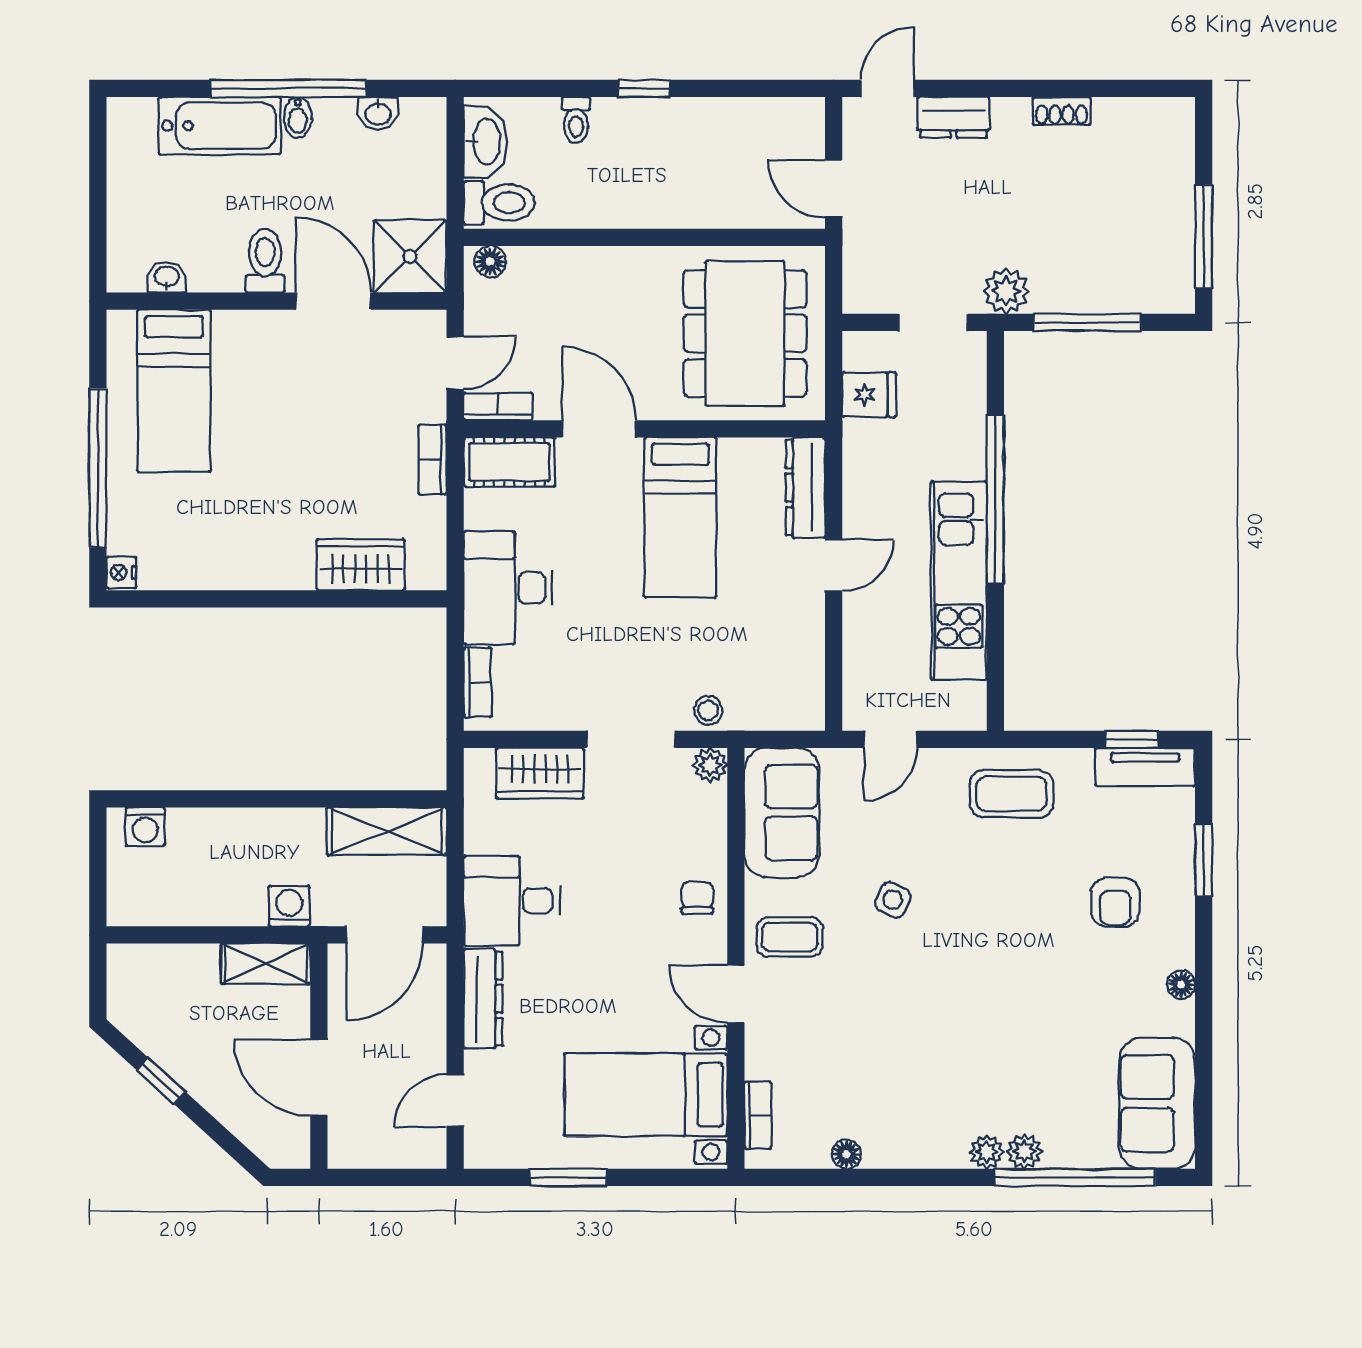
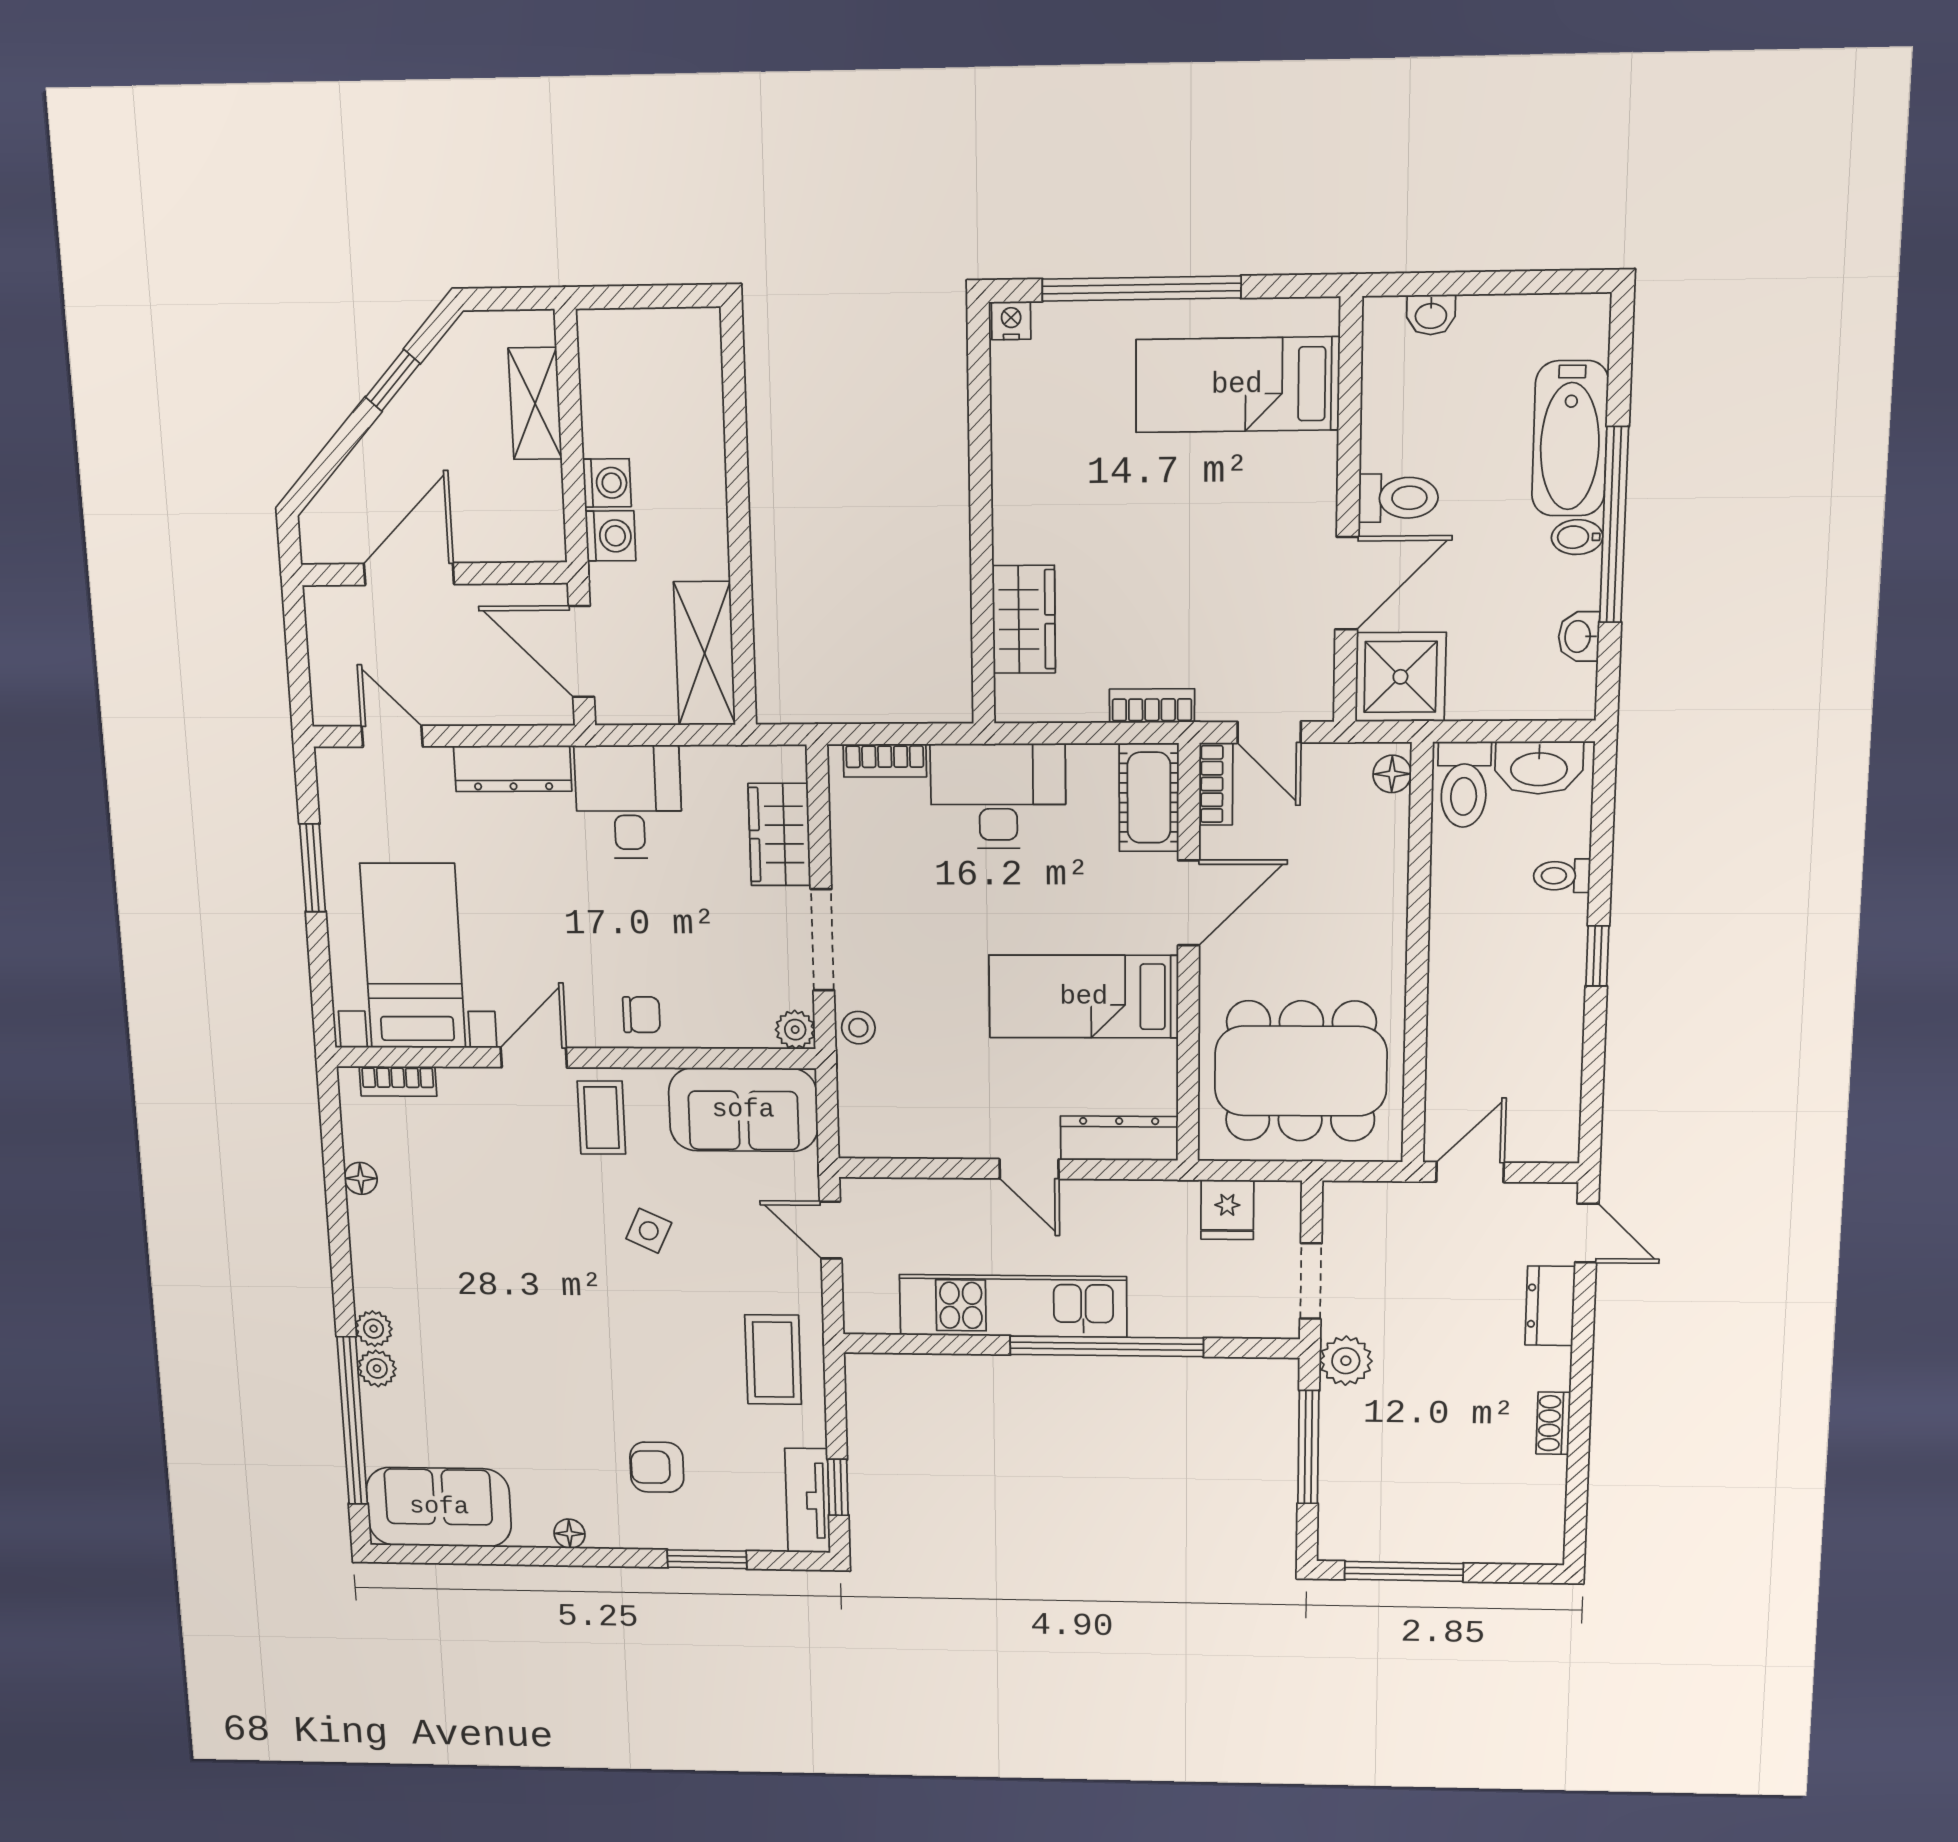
washbasin: (167, 277) -> (1431, 315), moved, turned 90
washing machine: (145, 827) -> (607, 483), moved, turned 180
shelving: (266, 964) -> (535, 404), moved

